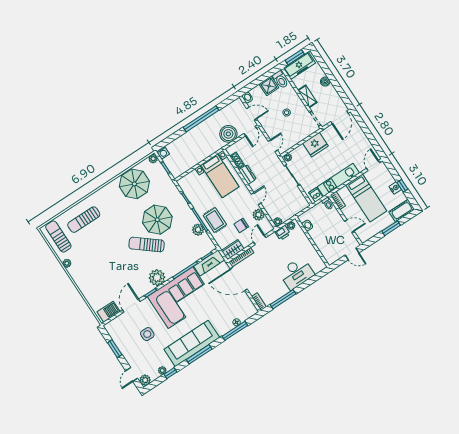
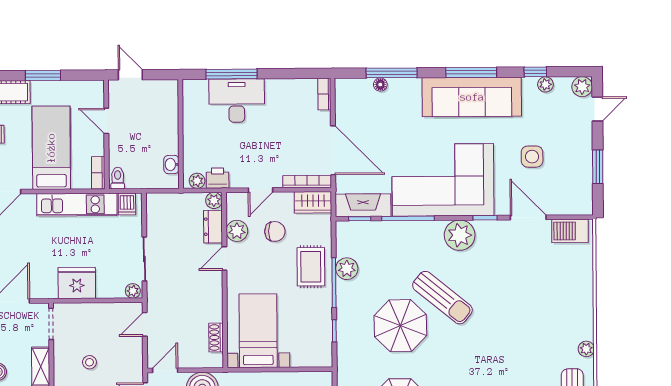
dresser: (247, 174) -> (213, 227), moved
window: (283, 299) -> (232, 74), moved
door: (131, 306) -> (528, 217), swing flipped

